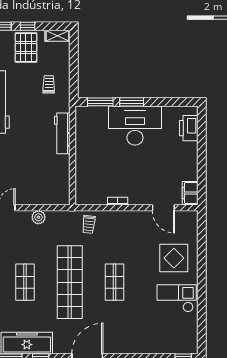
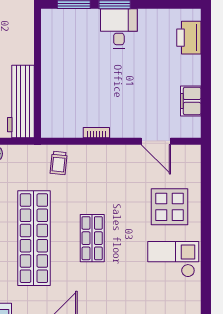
desk: (135, 126) -> (119, 28), width x0.53, depth x0.77
workbench: (62, 133) -> (21, 101), moved, width x1.36, depth x1.32
filing cabinet: (190, 193) -> (191, 101), moved

